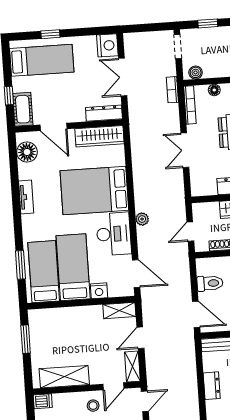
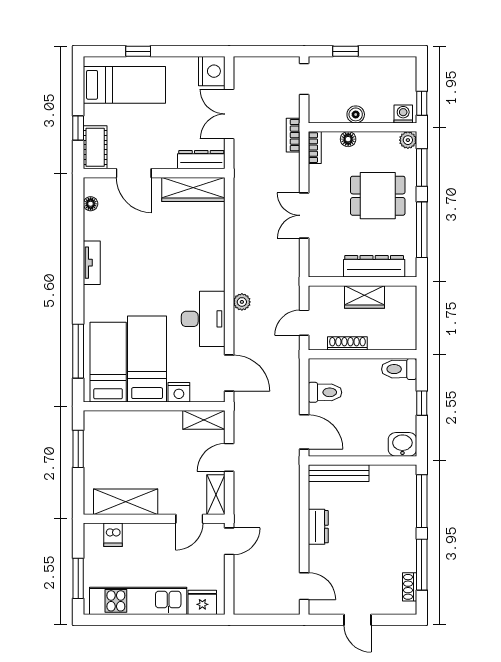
boiler: (196, 72) -> (356, 114), moved
bookcase: (190, 105) -> (315, 148), width x0.64
floor lamp: (27, 152) -> (91, 204), width x0.53, depth x0.53
bed: (94, 191) -> (182, 260), removed
window: (20, 265) -> (78, 351), width x1.44
dishwasher: (43, 401) -> (113, 535), moved, turned 90
stool: (93, 406) -> (161, 542), removed

